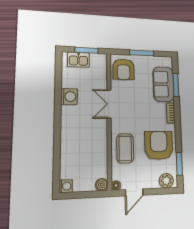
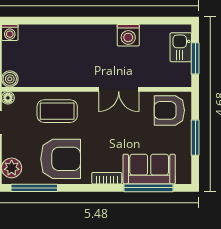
window: (176, 85) -> (148, 188), width x1.44
double door: (109, 104) -> (119, 89), swing flipped
window: (179, 164) -> (34, 188), width x1.44

